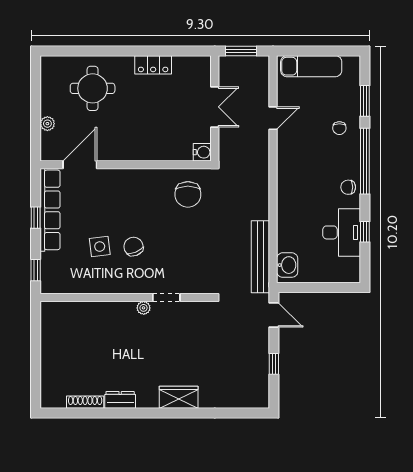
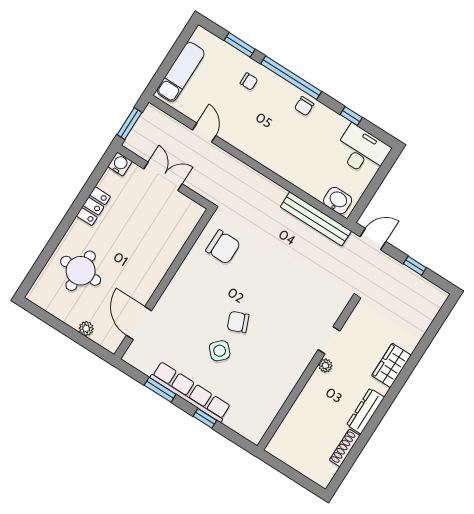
water cooler: (202, 152) -> (120, 164), moved
row of seats: (50, 210) -> (190, 392), moved
window: (36, 218) -> (160, 390), width x1.50
desk: (342, 232) -> (362, 151), moved
side table: (100, 247) -> (220, 351), turned -37
wall: (126, 297) -> (307, 375), moved
doorway: (166, 297) -> (329, 340), moved
plant: (144, 308) -> (325, 366), moved
dresser: (120, 400) -> (365, 411), width x1.44

